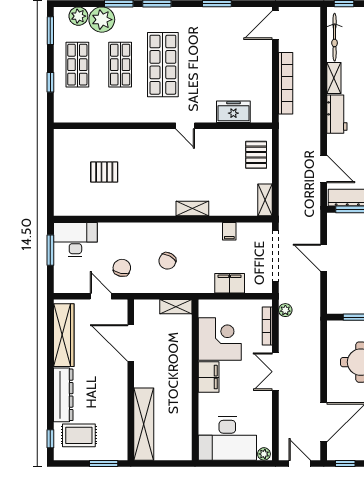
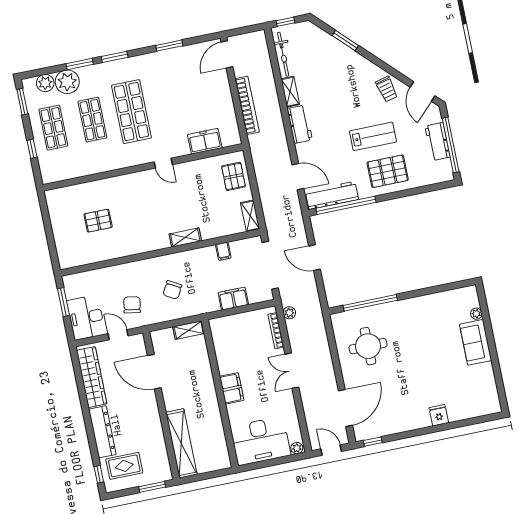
desk: (75, 239) -> (86, 317), moved, turned -90
corner desk: (220, 339) -> (235, 351), removed

